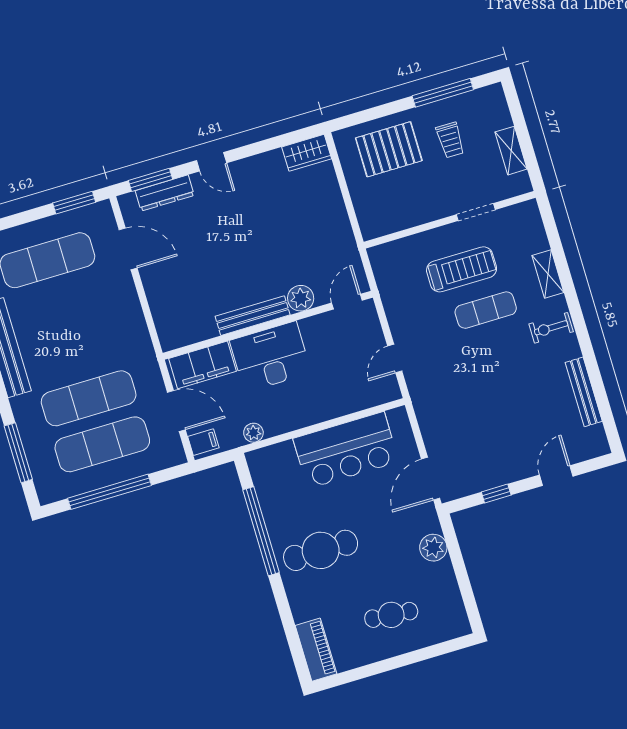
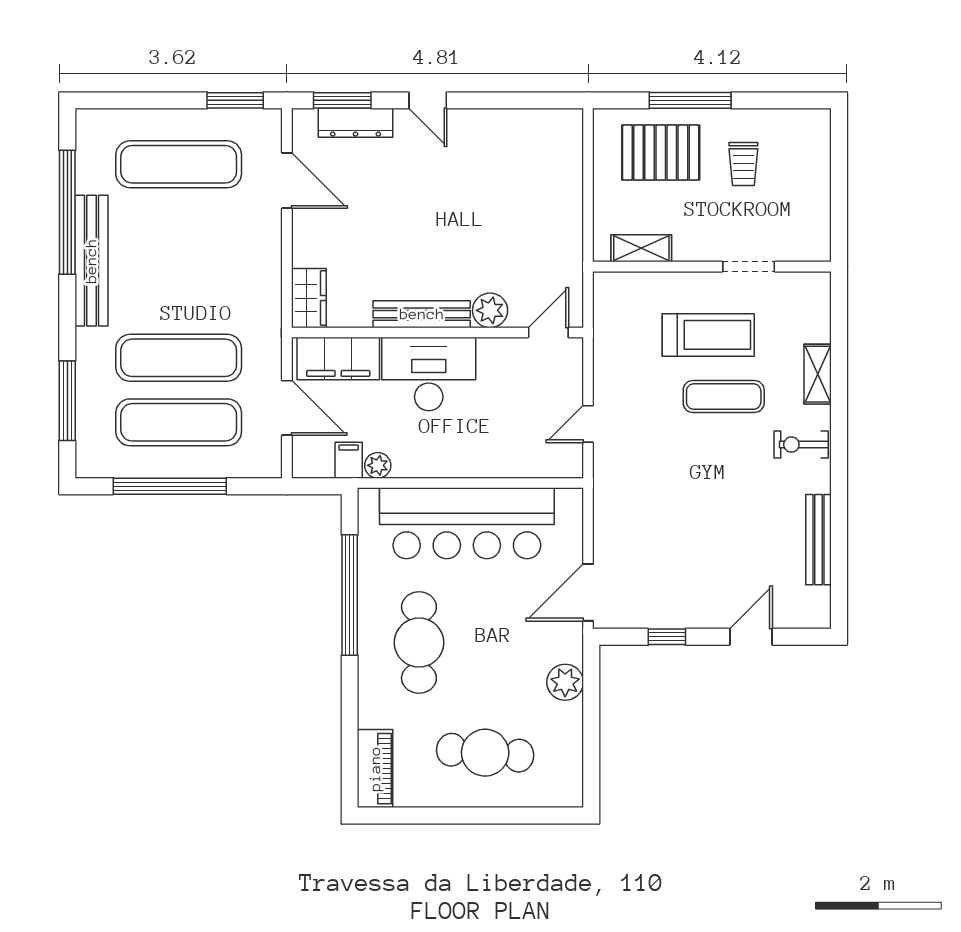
window: (443, 93) -> (690, 100), moved
shelving: (511, 151) -> (641, 248), moved, turned 90
wardrobe: (307, 153) -> (309, 298), moved, turned -90
filing cabinet: (203, 442) -> (349, 460), moved, turned -90
bar counter: (346, 450) -> (467, 523), width x1.36
cafe table: (321, 550) -> (419, 643), turned 90
cafe table: (391, 615) -> (485, 753), width x1.37, depth x1.35

